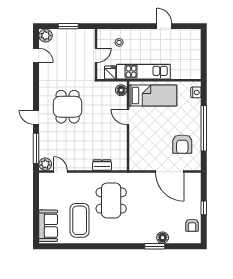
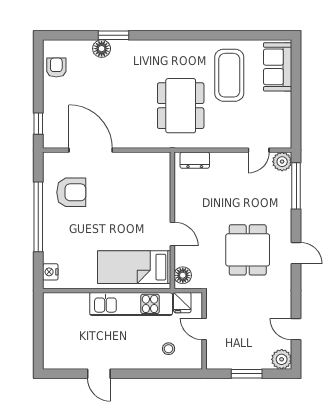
door: (96, 55) -> (204, 329), hinge flipped
floor lamp: (121, 90) -> (183, 275), moved
bed: (153, 96) -> (134, 267), moved
door: (36, 117) -> (296, 253), moved
door: (128, 117) -> (172, 234), moved
wall: (128, 126) -> (172, 220), moved
armchair: (182, 144) -> (71, 192), turned 90
door: (60, 172) -> (259, 150), hinge flipped
window: (204, 208) -> (38, 124), moved

